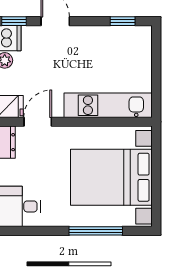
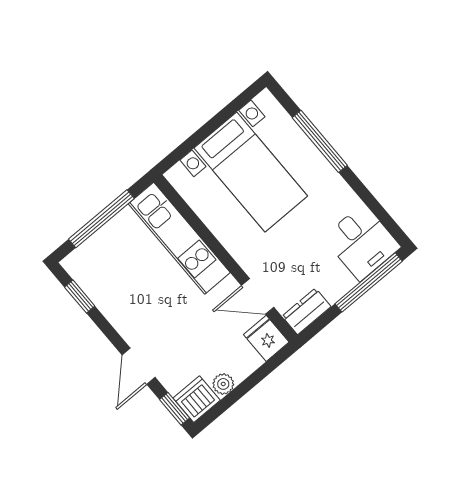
window: (156, 71) -> (101, 219), added
bed with nightstands: (111, 177) -> (251, 172), width x0.73

